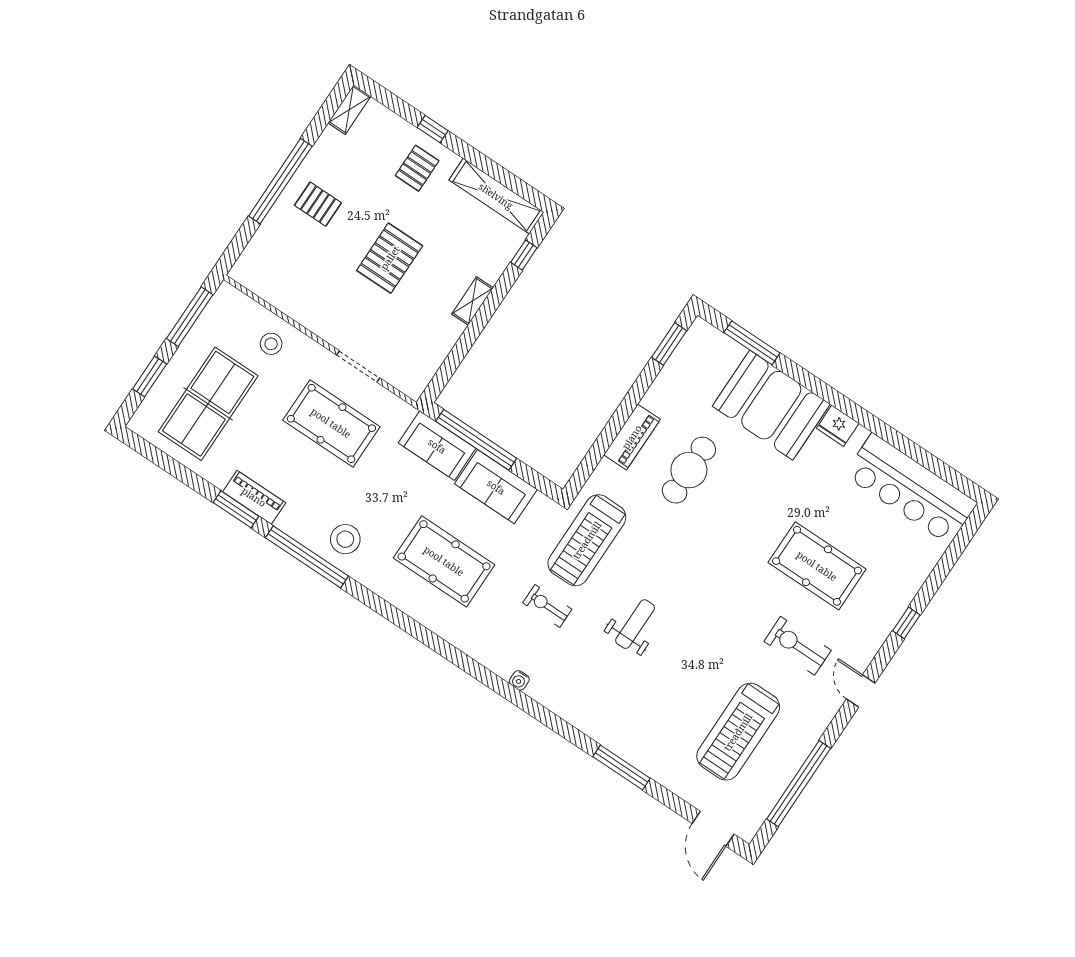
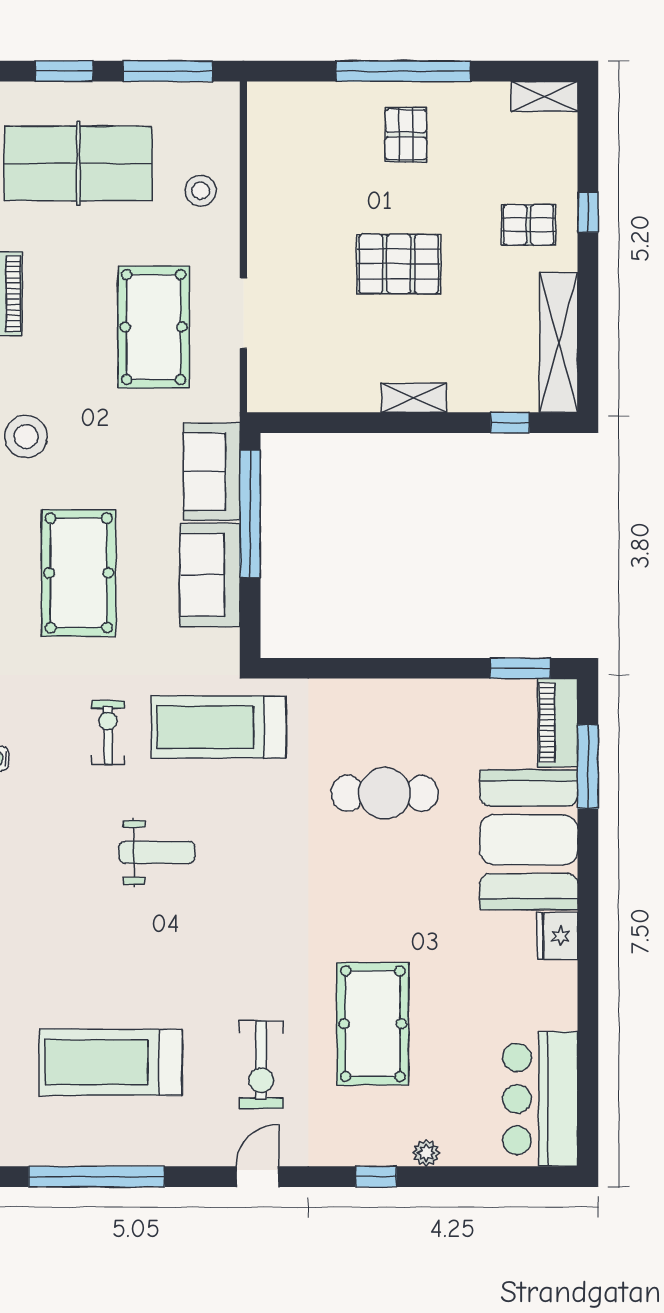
piano: (632, 437) -> (558, 723), moved, turned 90
bar counter: (911, 489) -> (540, 1099), width x0.73
plant: (912, 585) -> (426, 1153), added
exercise bike: (798, 646) -> (261, 1065), turned 180

